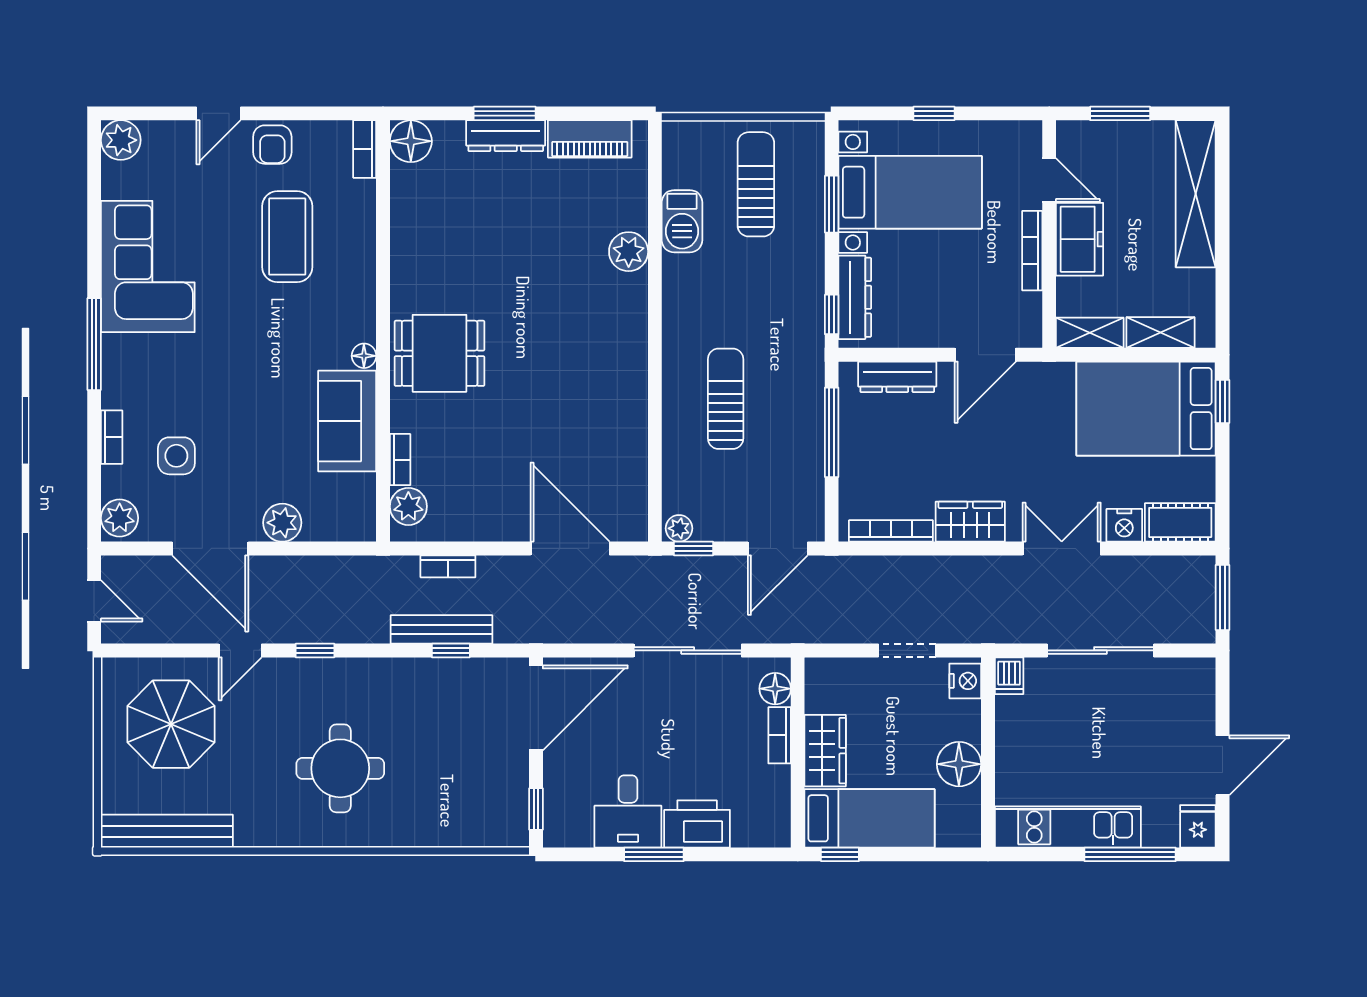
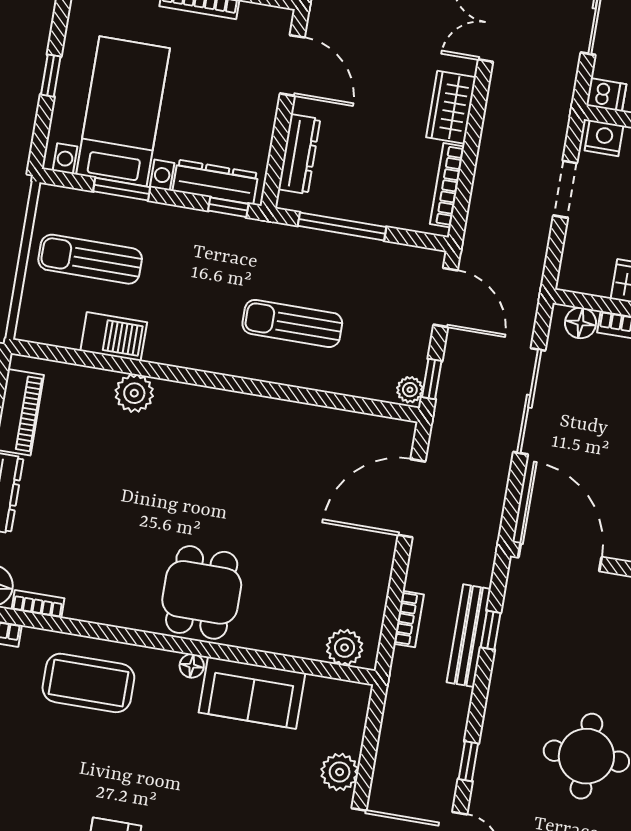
coffee table: (287, 237) -> (88, 683), moved
bookcase: (400, 460) -> (38, 604), moved

